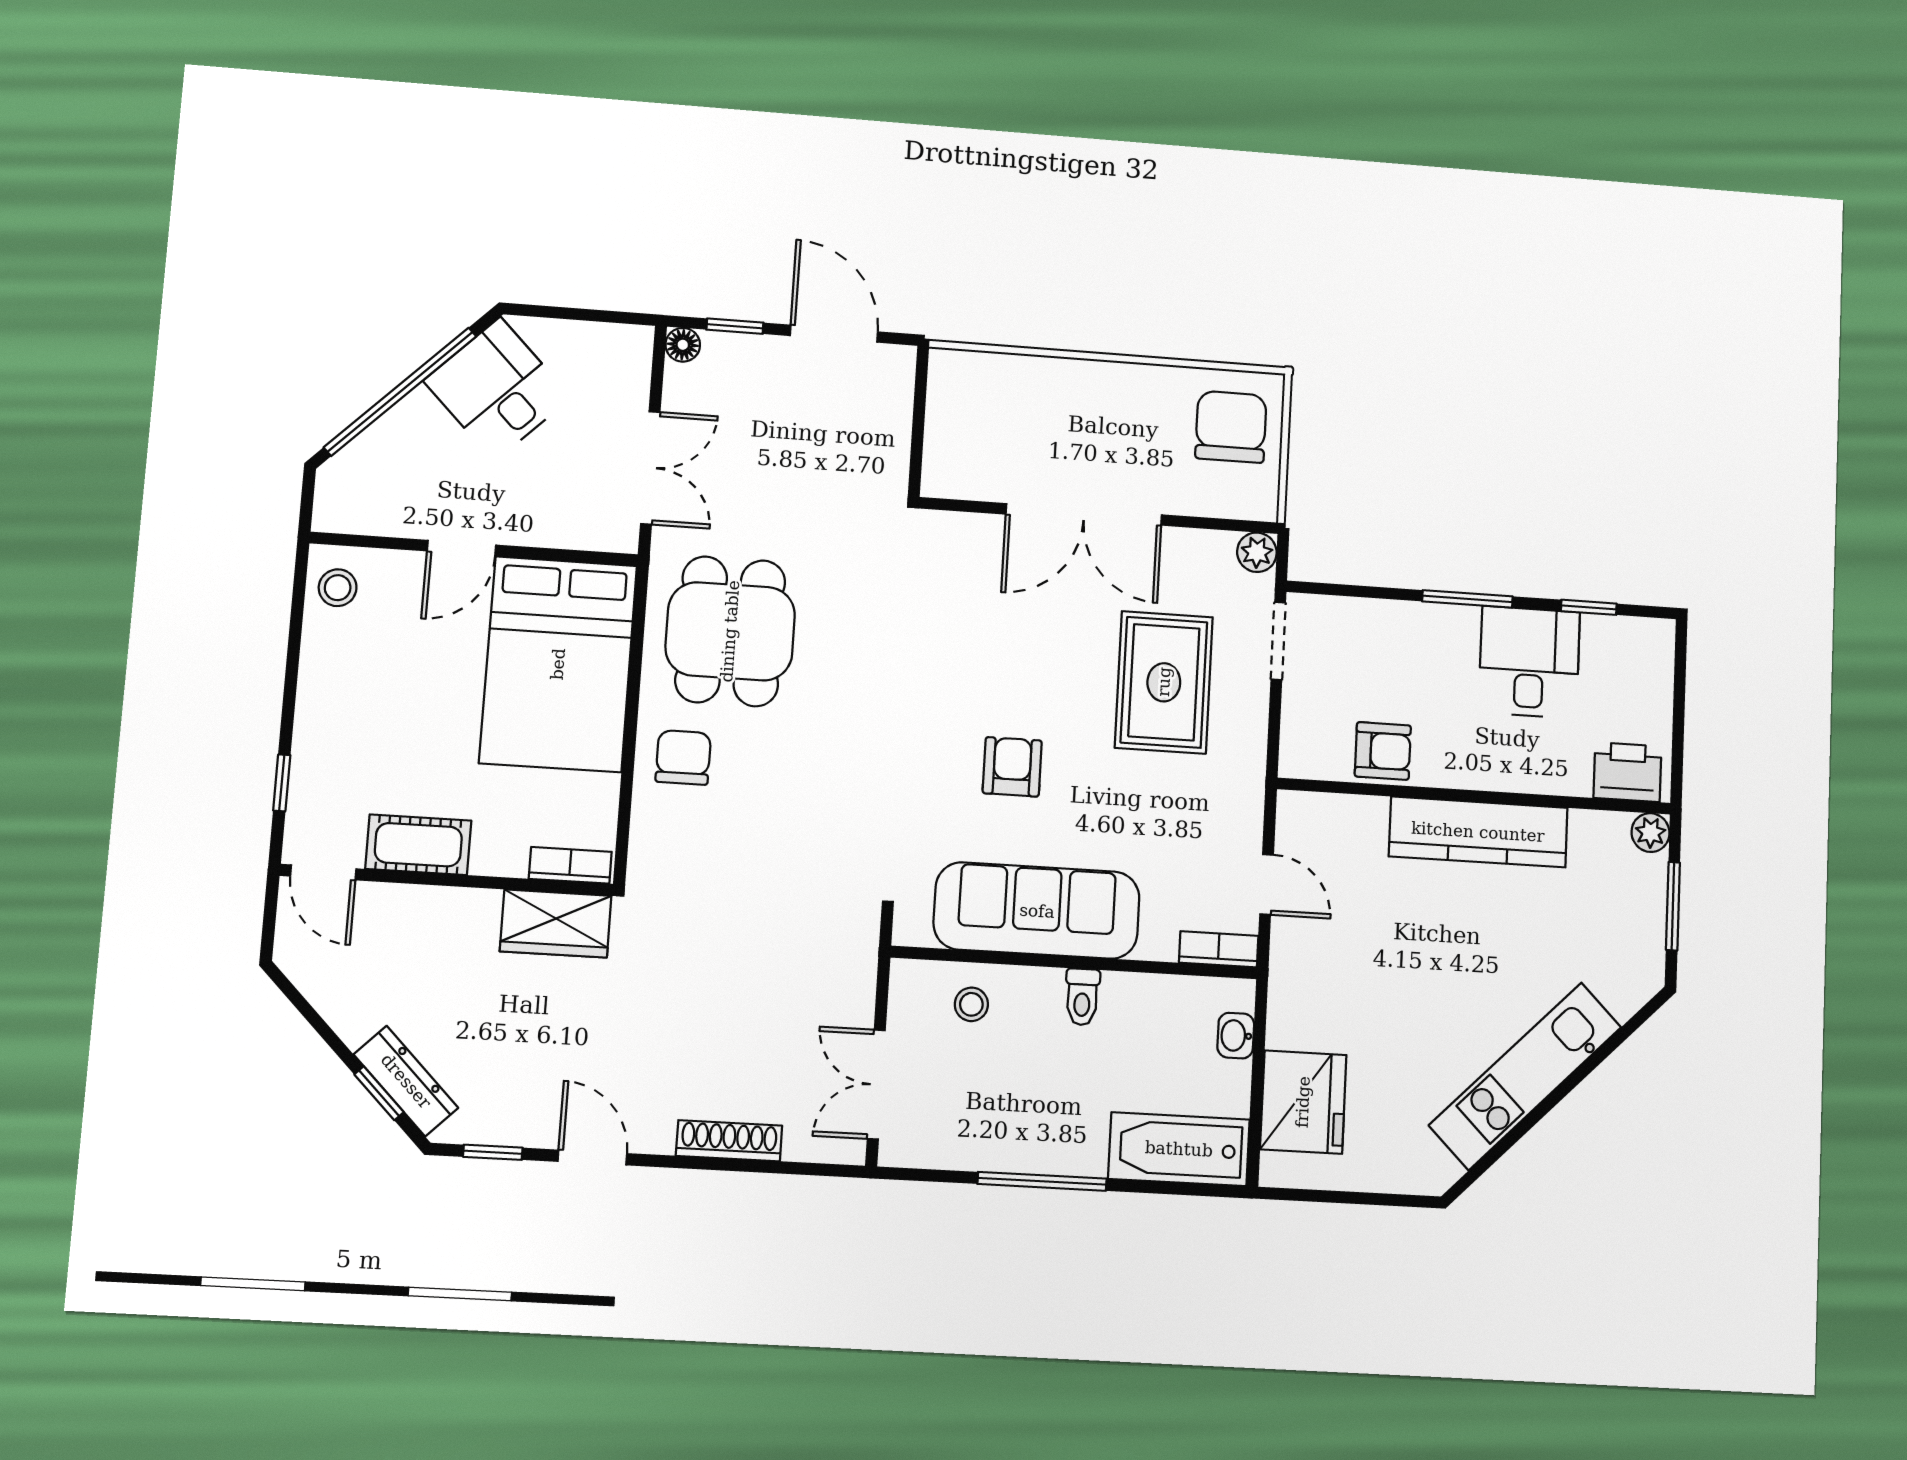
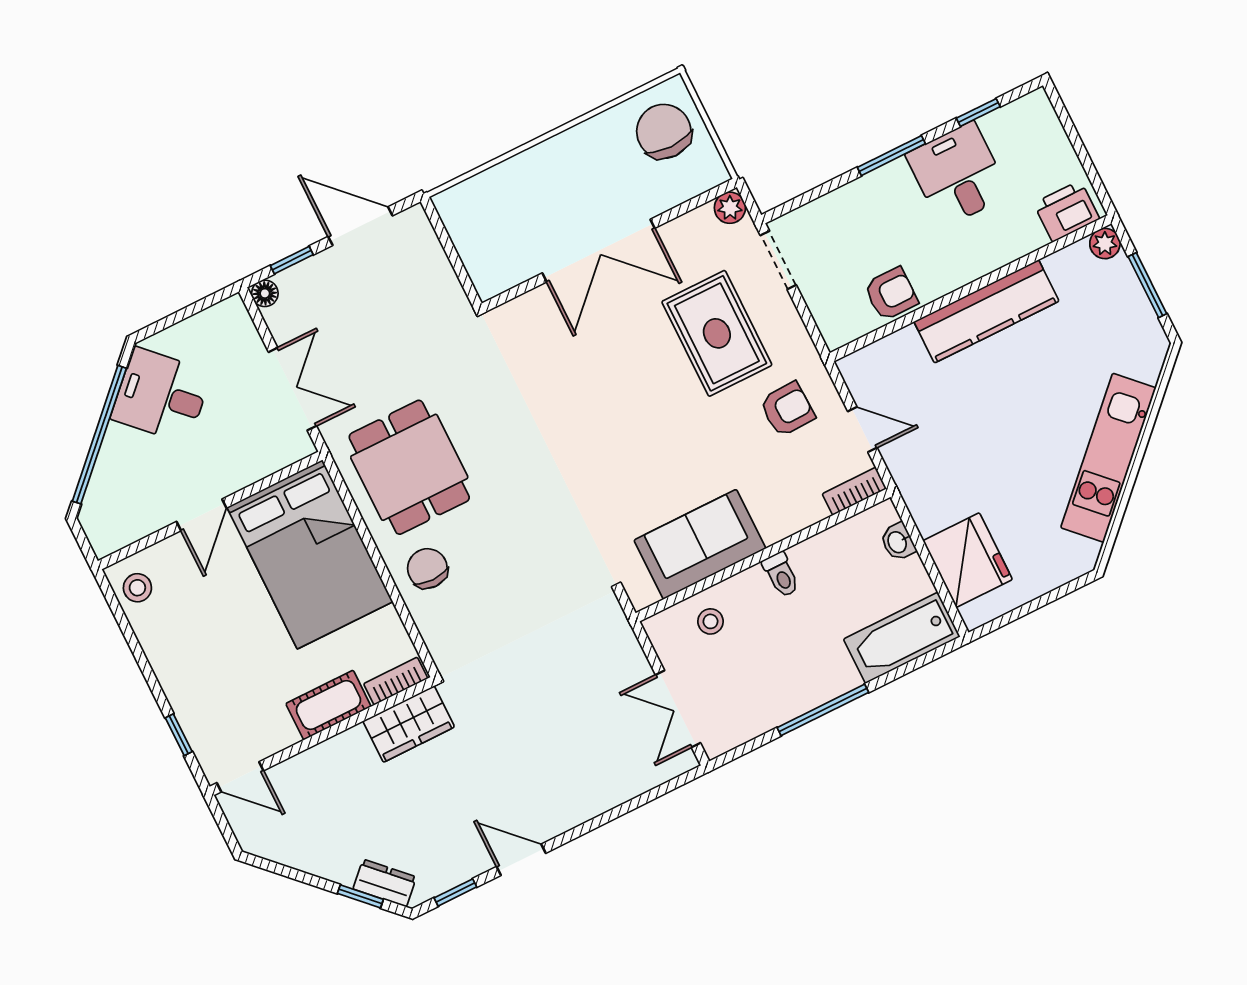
armchair: (1012, 767) -> (787, 409), moved, turned 88
cot: (418, 845) -> (328, 705), moved
sofa: (1037, 911) -> (700, 544), width x0.73
dresser: (406, 1081) -> (385, 883), width x0.70
shoe rack: (729, 1141) -> (603, 799), removed

